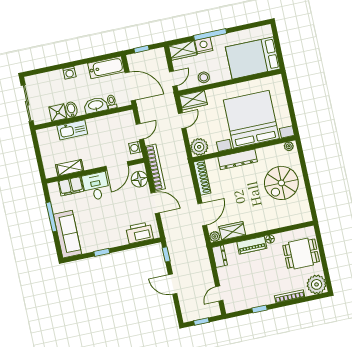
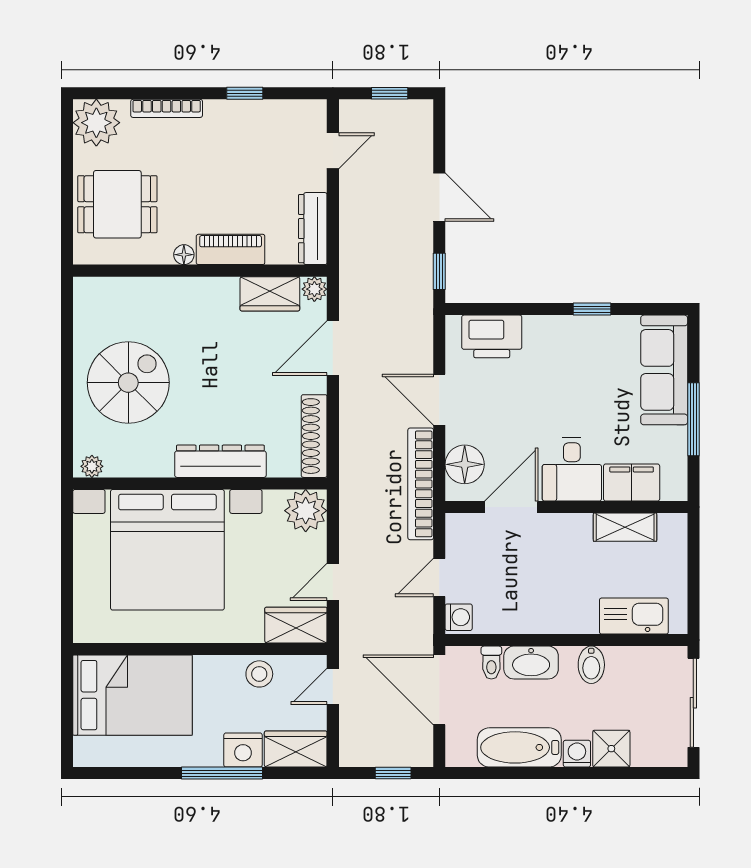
bathtub: (106, 67) -> (519, 747), moved
shower: (58, 113) -> (611, 749), moved
kitchen sink: (72, 130) -> (634, 616), moved
washing machine: (135, 148) -> (459, 617), moved
dresser: (220, 256) -> (313, 229), width x1.44

